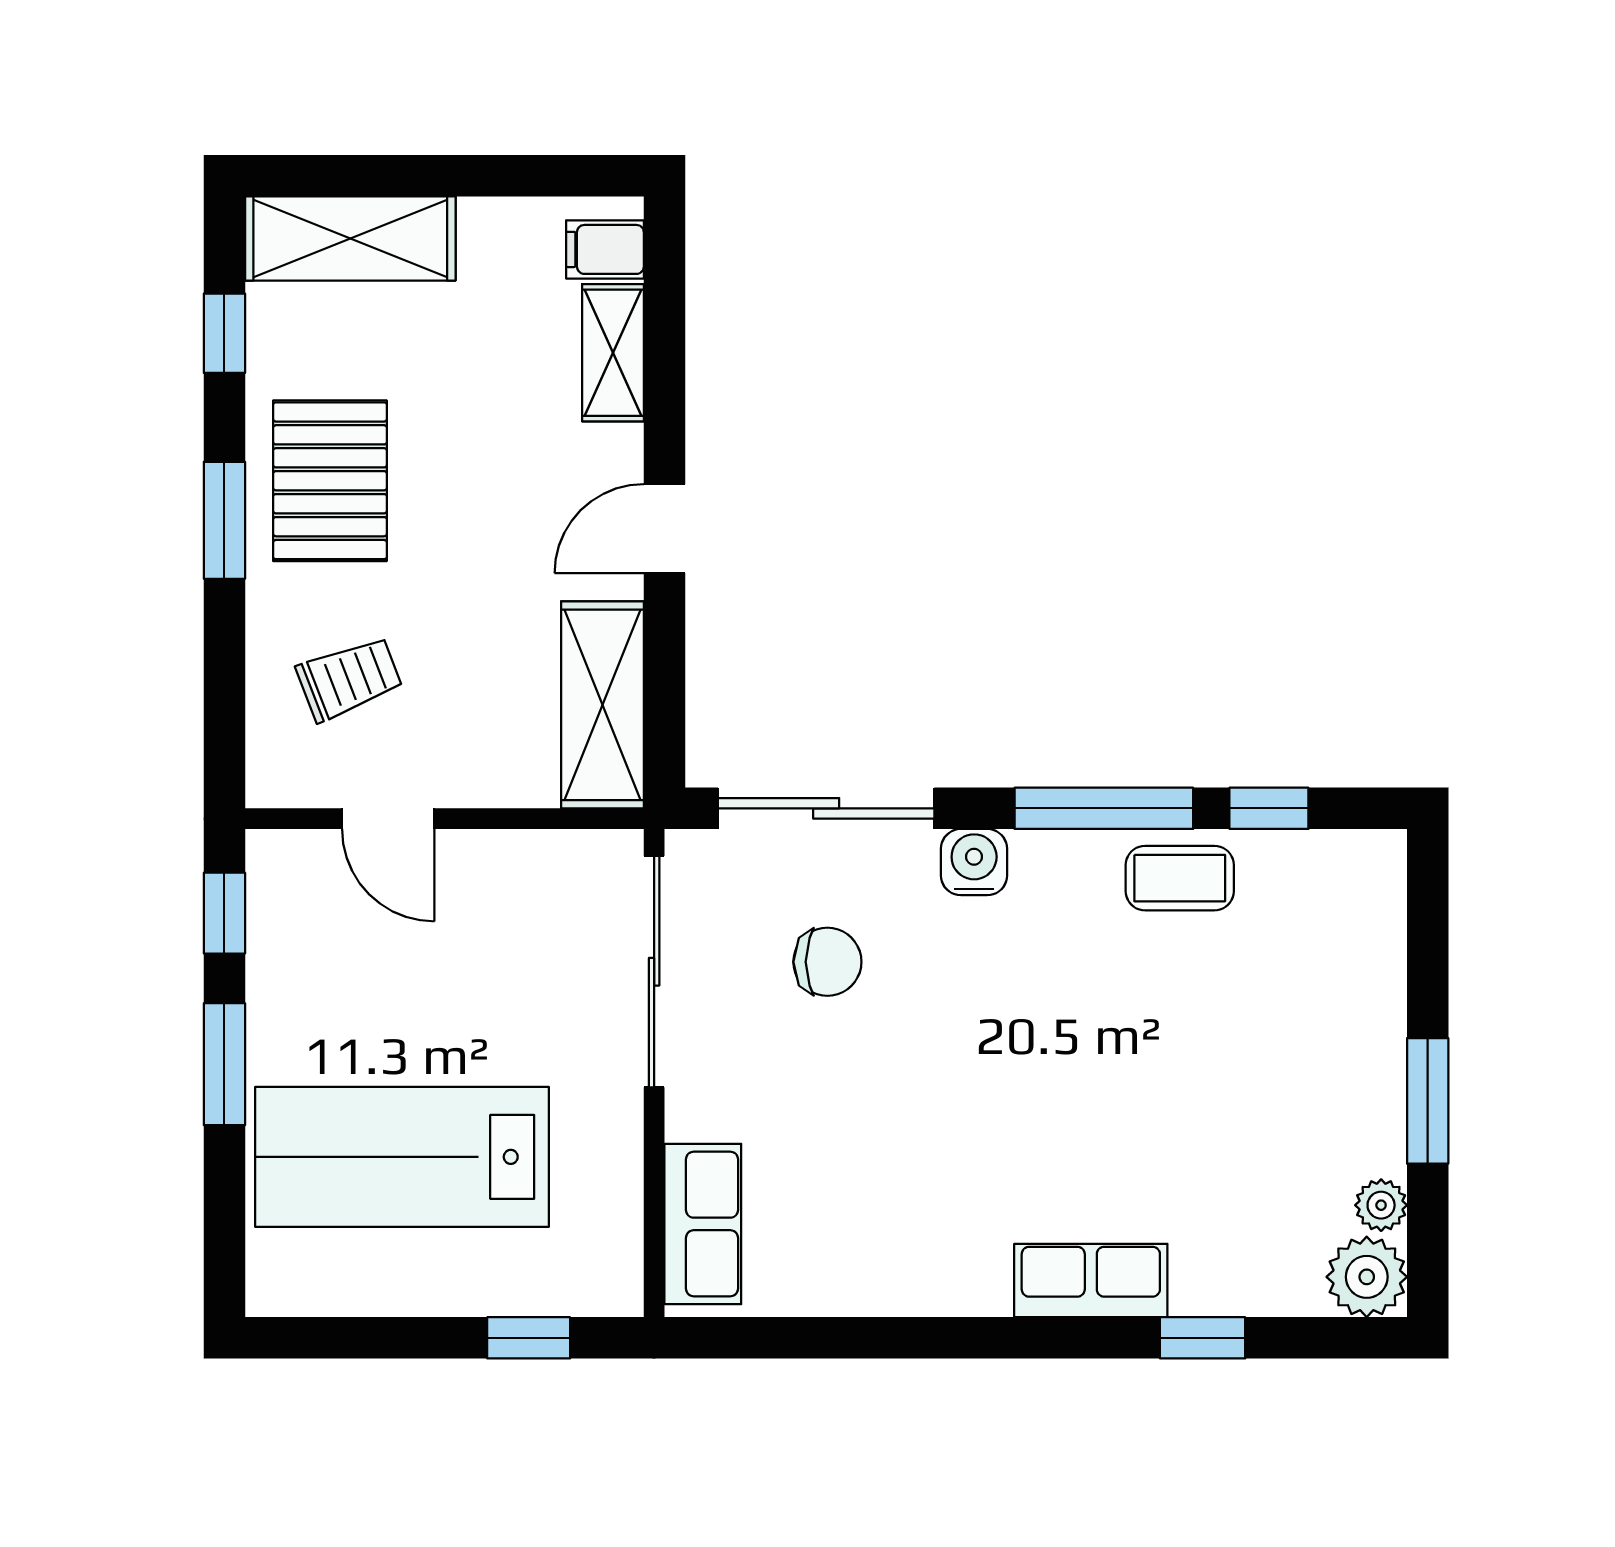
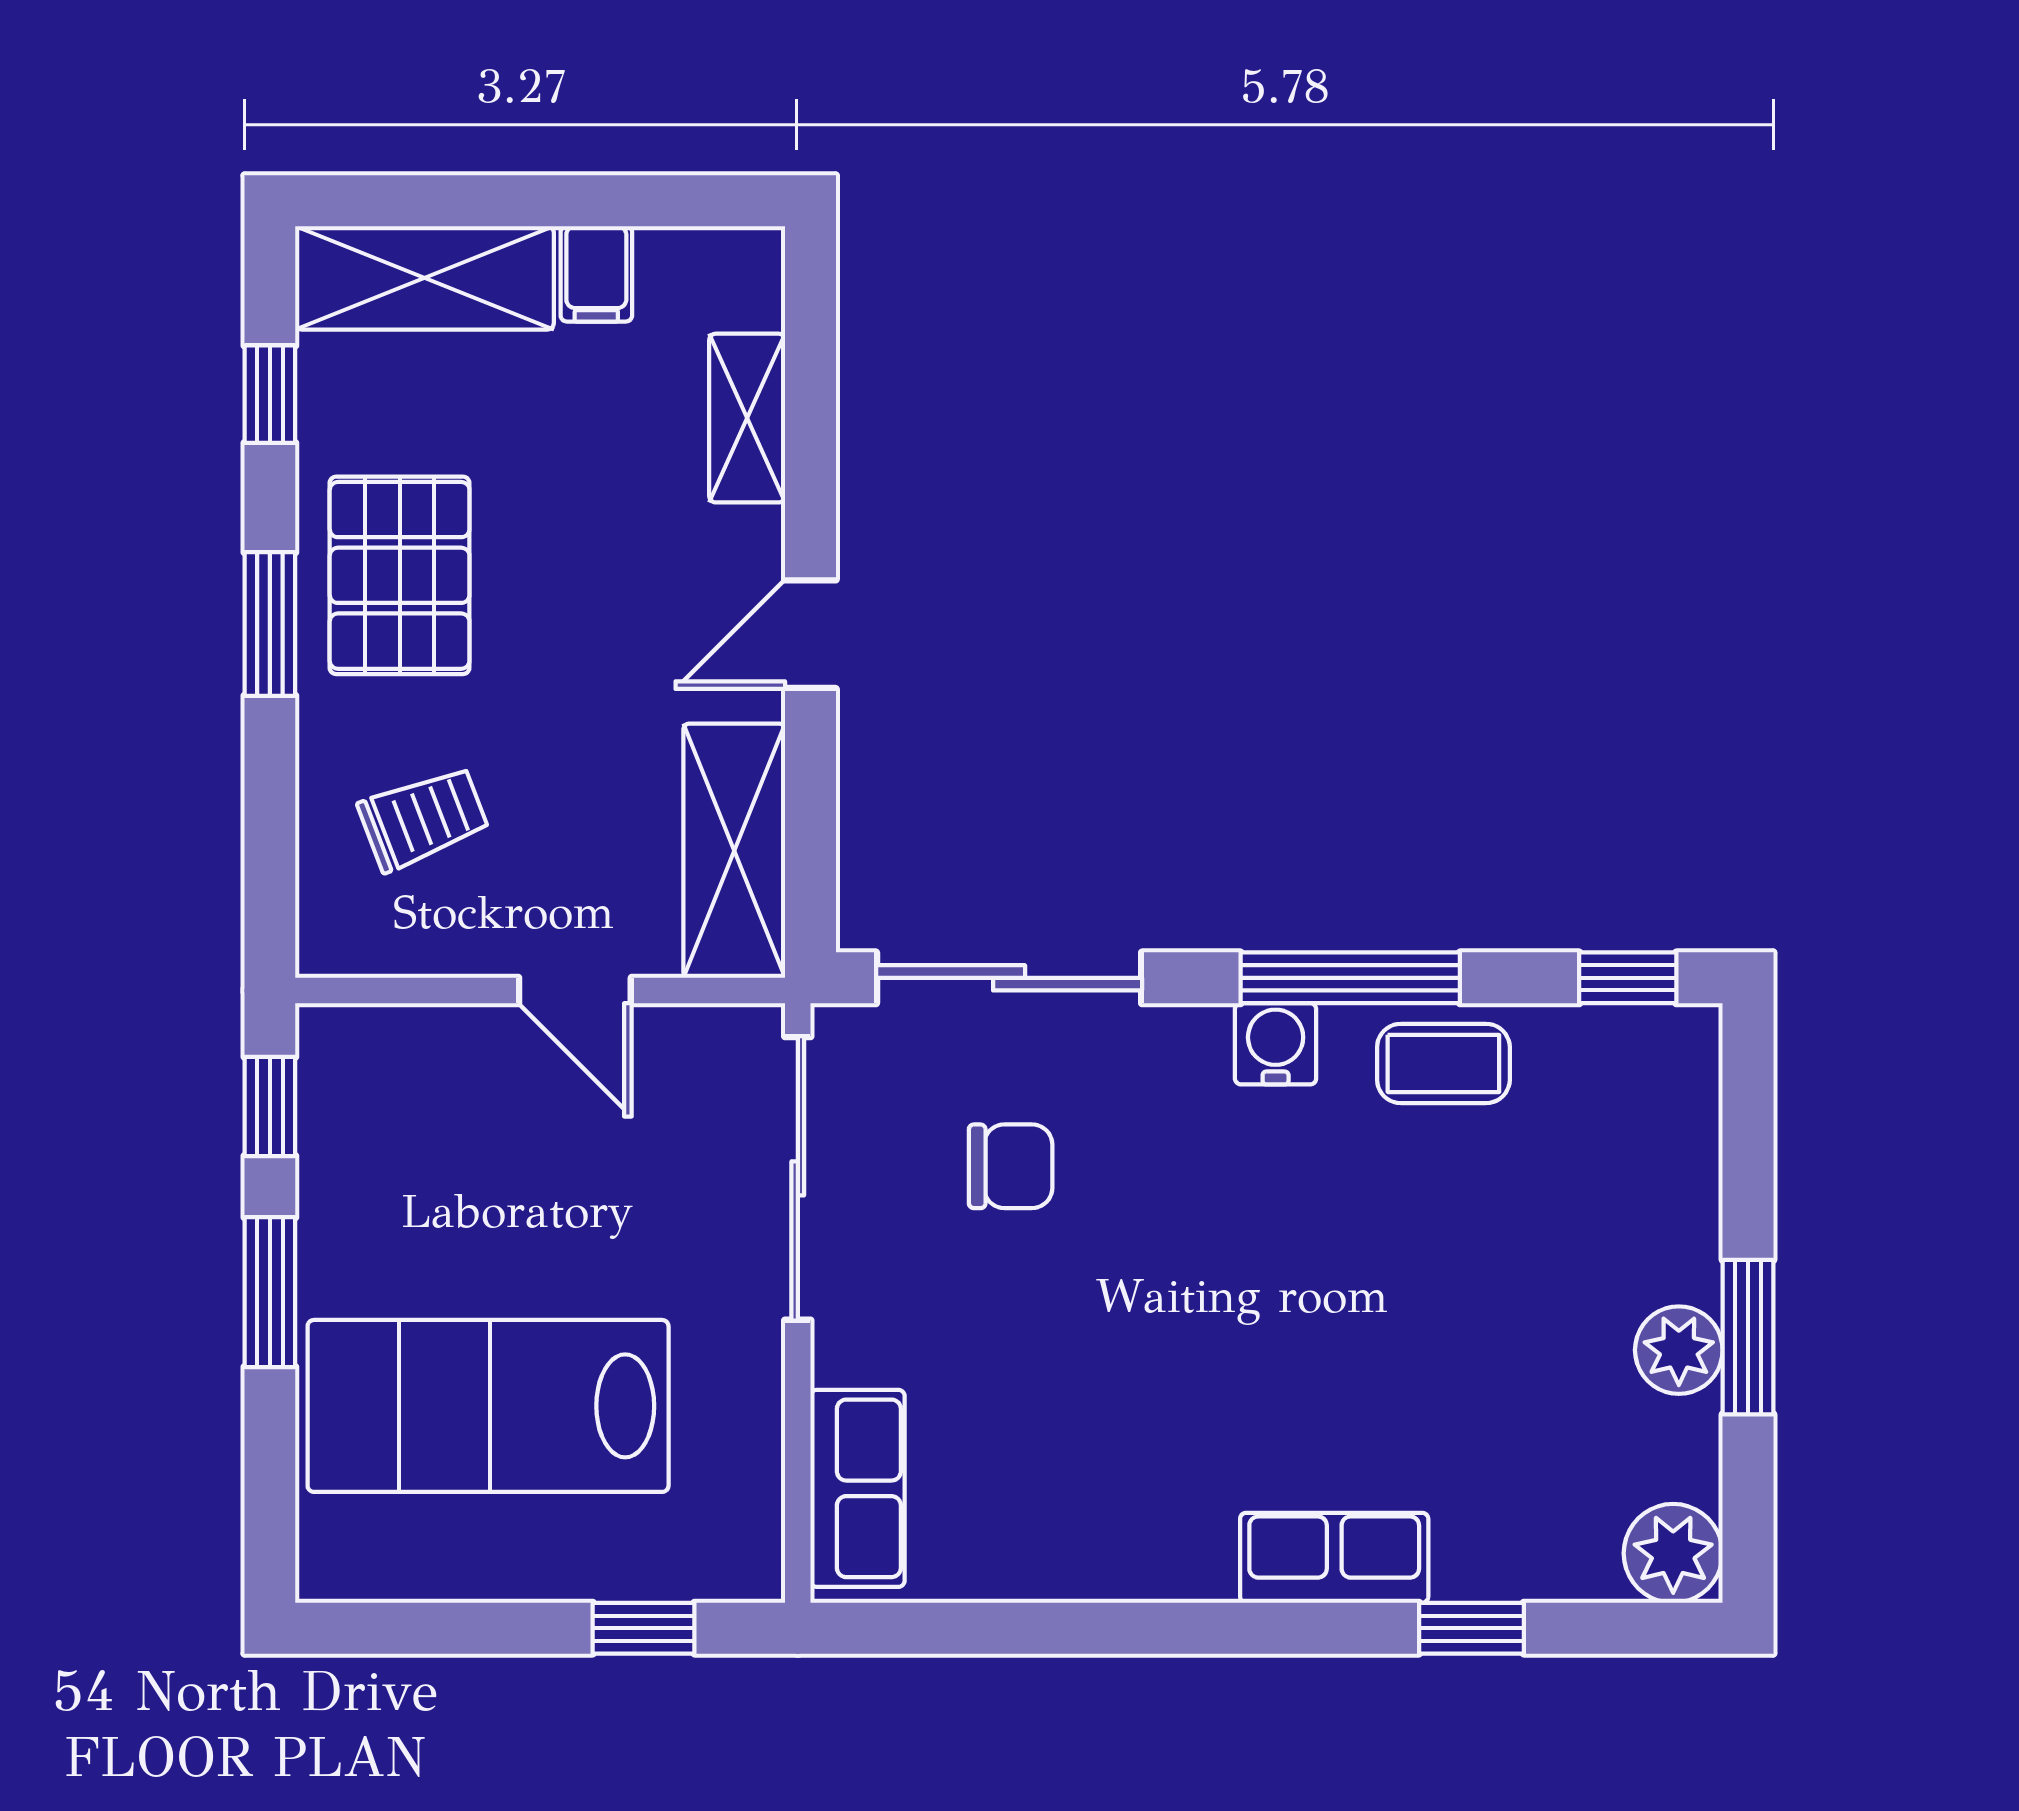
filing cabinet: (605, 249) -> (596, 274), moved, turned -90
window: (1269, 808) -> (1628, 978), moved
door: (388, 819) -> (575, 990), moved
water cooler: (974, 862) -> (1276, 1044), moved
plant: (1381, 1205) -> (1679, 1350), moved, width x1.38, depth x1.38

